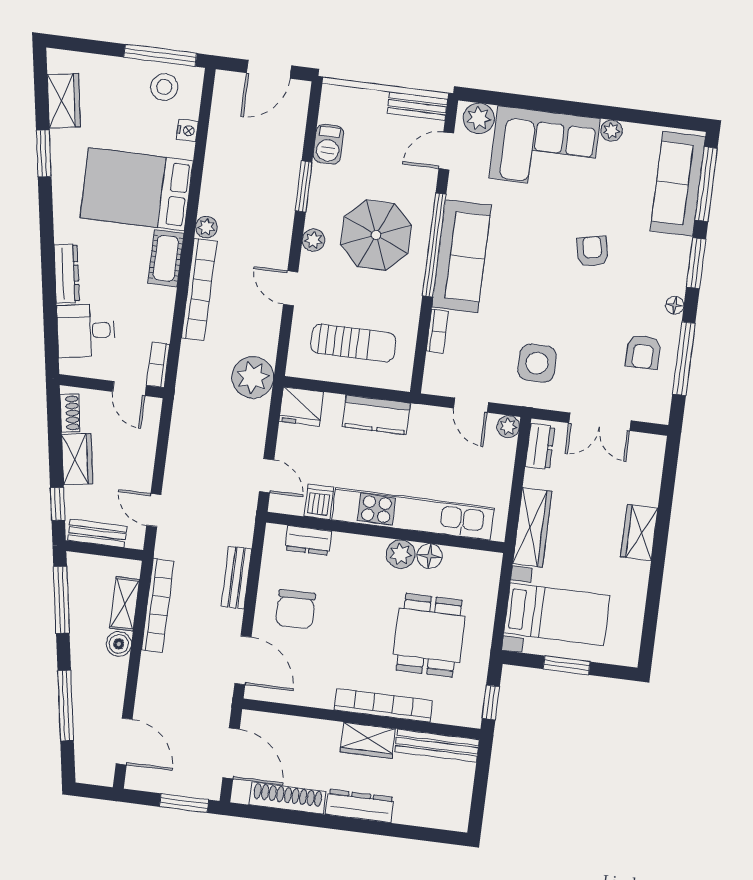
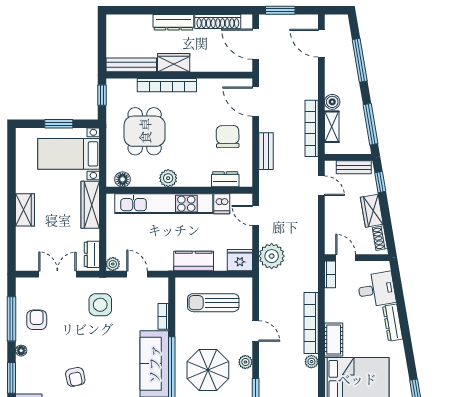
plant: (253, 377) -> (272, 256), moved
floor lamp: (430, 556) -> (123, 179), moved

